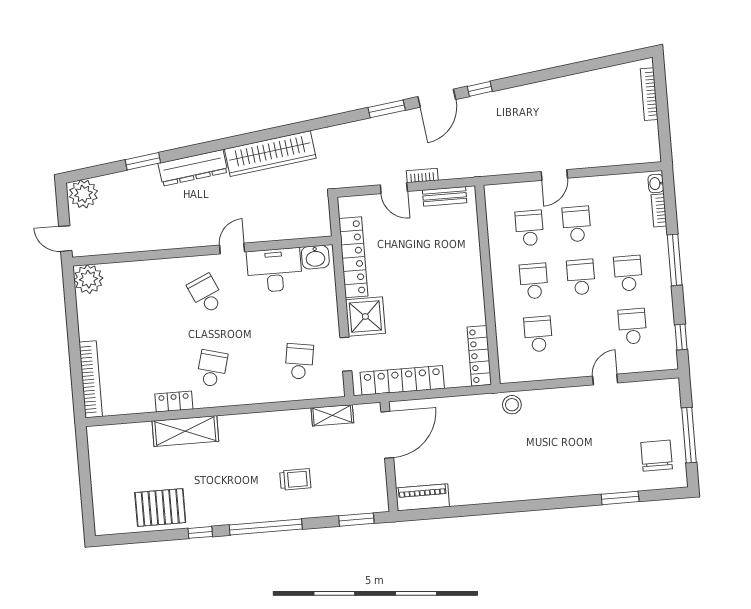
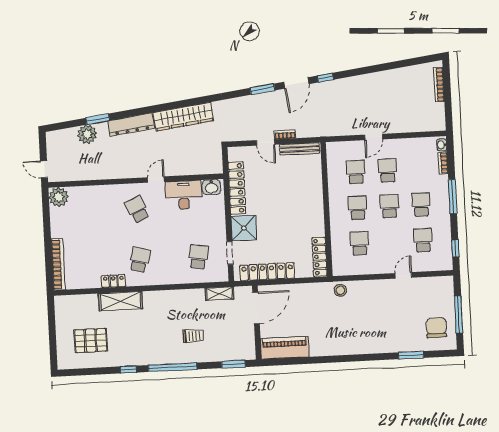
plant: (83, 194) -> (87, 134), moved
bench: (445, 196) -> (300, 149), width x1.36
piano: (423, 497) -> (285, 348), width x1.37, depth x1.33
pallet: (160, 508) -> (91, 341), moved

